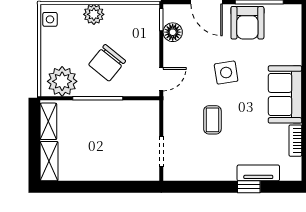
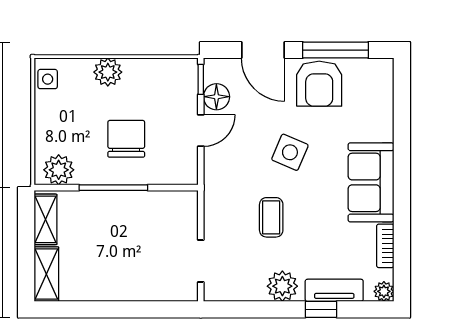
chair: (107, 63) -> (126, 139), turned 141
side table: (226, 73) -> (290, 152), turned 32
door: (161, 79) -> (201, 131), moved
plant: (62, 81) -> (59, 170), width x0.73, depth x0.73
plant: (221, 170) -> (282, 286), added
plant: (294, 174) -> (384, 291), added

